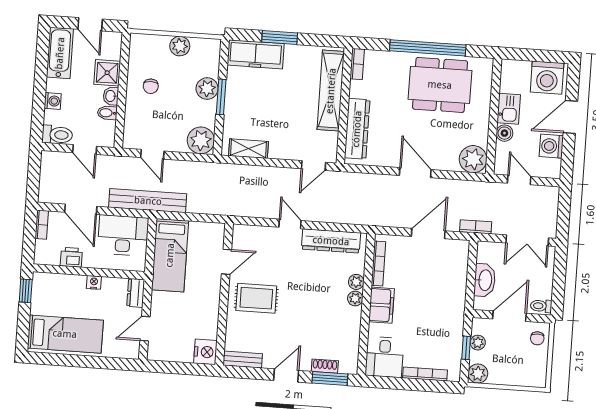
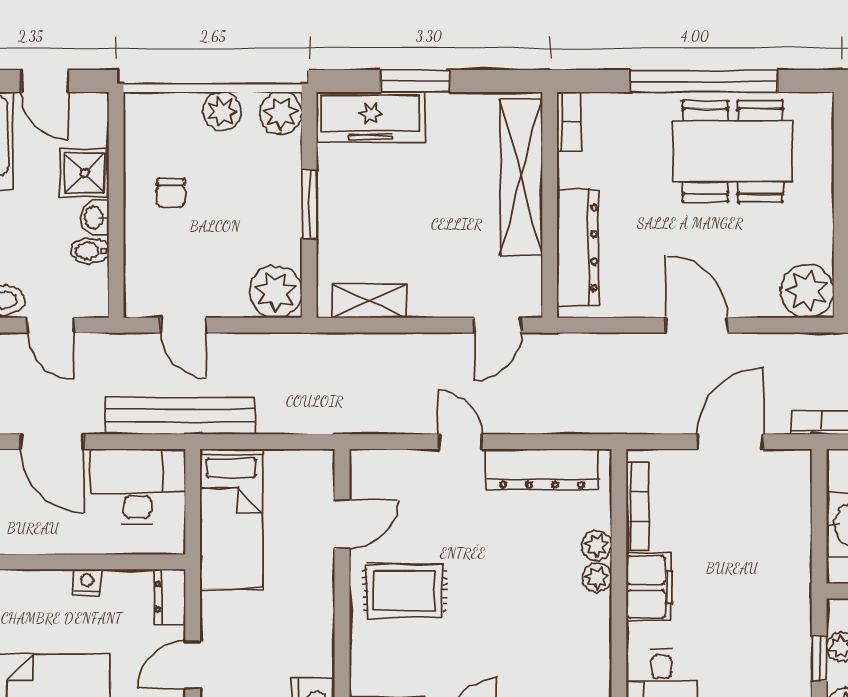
plant: (207, 89) -> (281, 113), moved
printer: (71, 257) -> (40, 536), removed

